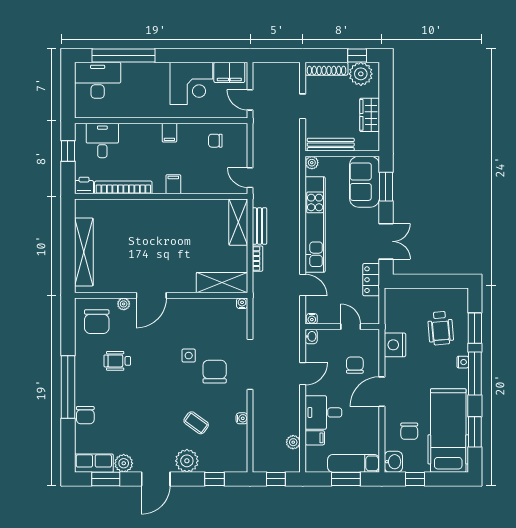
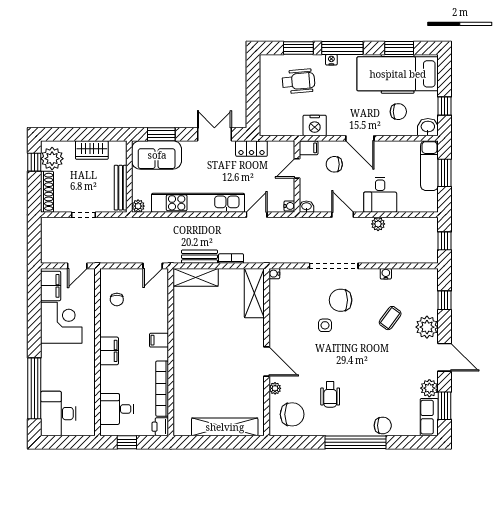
filing cabinet: (169, 133) -> (109, 351), width x2.00
filing cabinet: (315, 438) -> (309, 148), moved, turned 90
plant: (293, 442) -> (378, 224), moved

